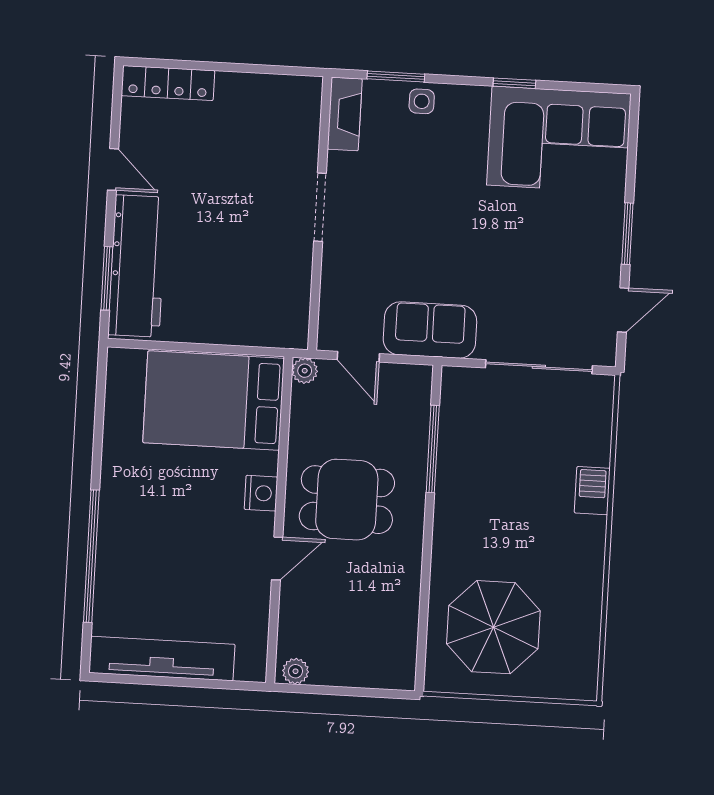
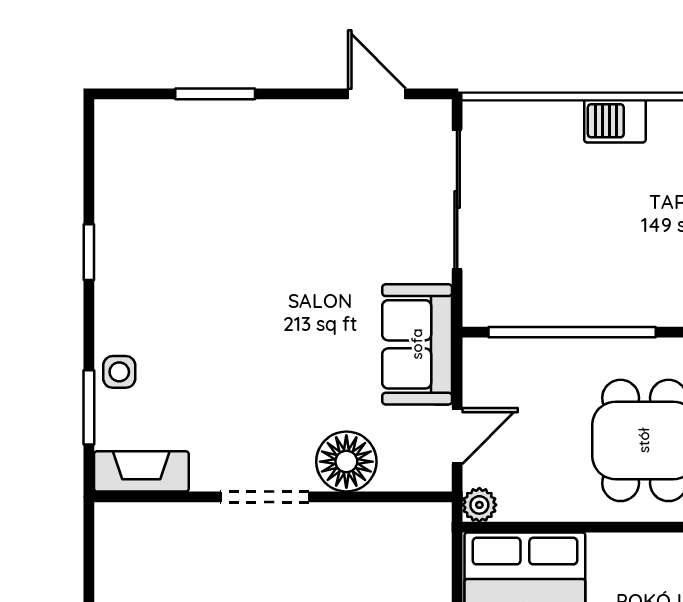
corner sofa: (559, 139) -> (159, 190), removed
window: (627, 234) -> (215, 94), moved
floor lamp: (343, 271) -> (346, 462), added
window: (433, 449) -> (572, 332), width x1.46
nightstand: (261, 493) -> (642, 553), removed

